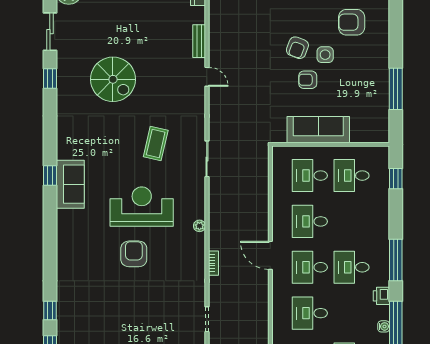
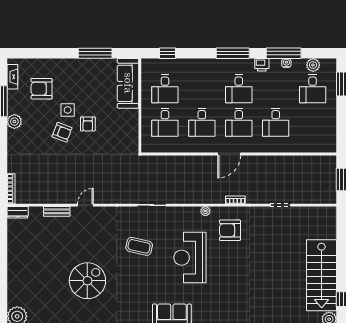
armchair: (352, 22) -> (41, 89), turned 90
sofa: (318, 130) -> (128, 83), moved
armchair: (134, 254) -> (230, 230), moved

